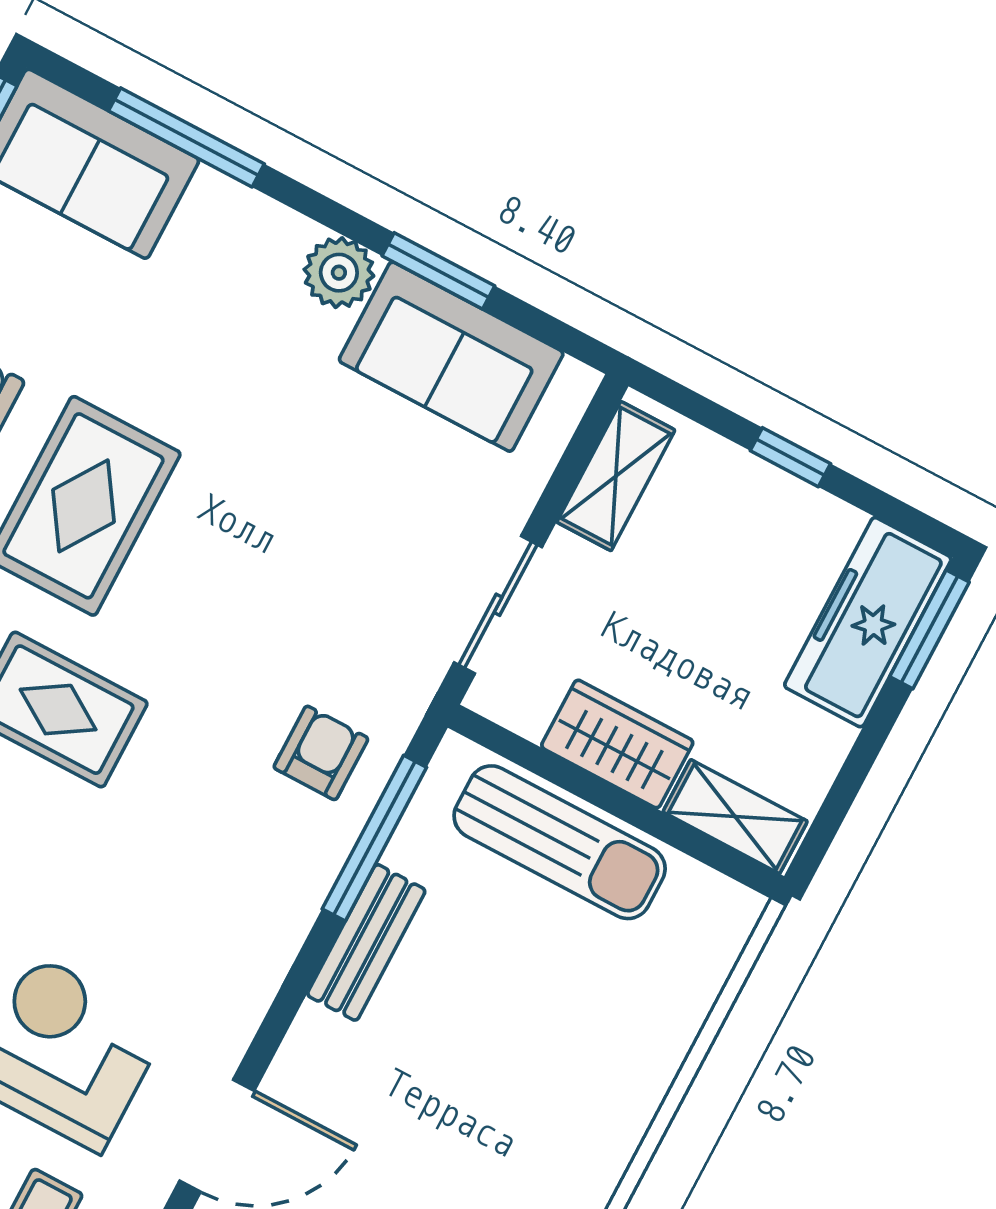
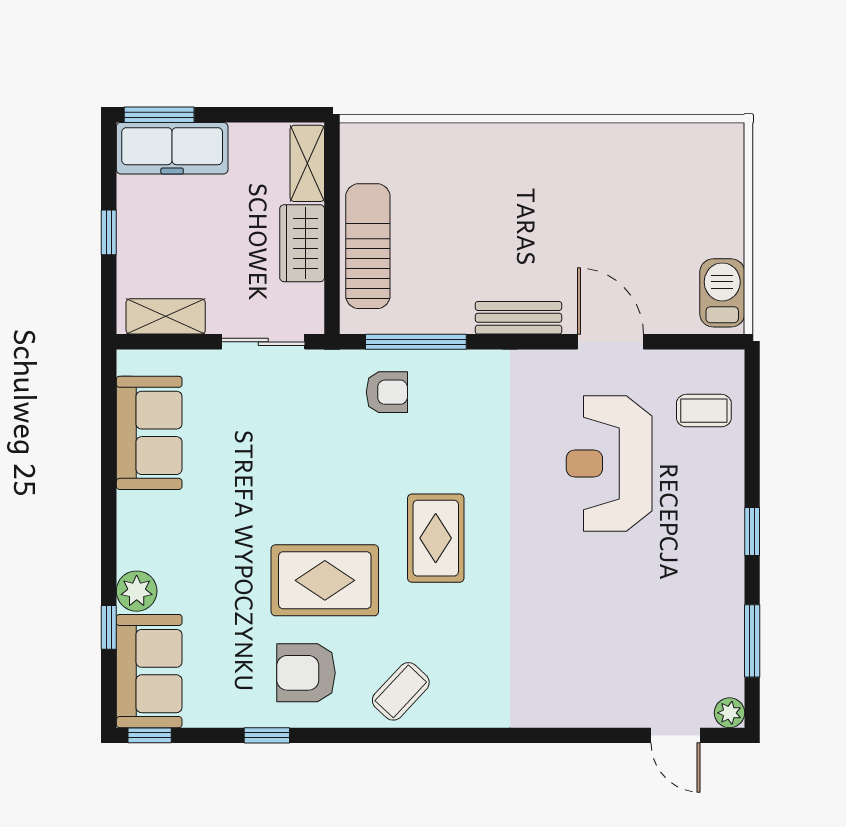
window: (186, 137) -> (109, 627), width x0.46
window: (438, 271) -> (109, 463), removed
plant: (339, 273) -> (137, 591), moved
armchair: (321, 753) -> (387, 392), turned 180
bench: (366, 942) -> (519, 318), moved

